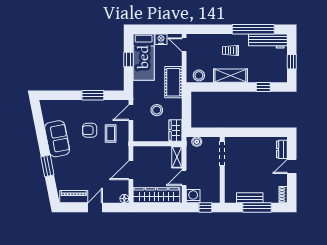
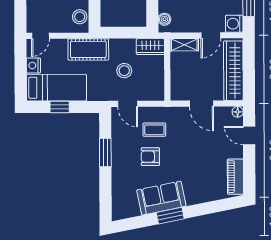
armchair: (90, 130) -> (150, 157), turned 90
window: (47, 166) -> (170, 216), moved
door: (184, 178) -> (211, 35), hinge flipped
door: (95, 207) -> (249, 136), moved

